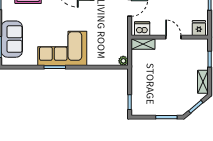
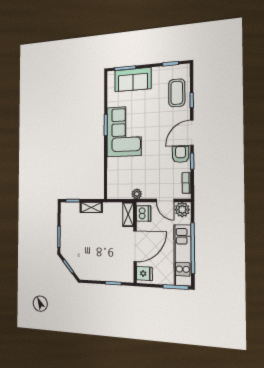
door: (173, 37) -> (135, 246), width x1.88
plant: (123, 61) -> (137, 194), moved
shelving: (203, 82) -> (91, 207), moved

